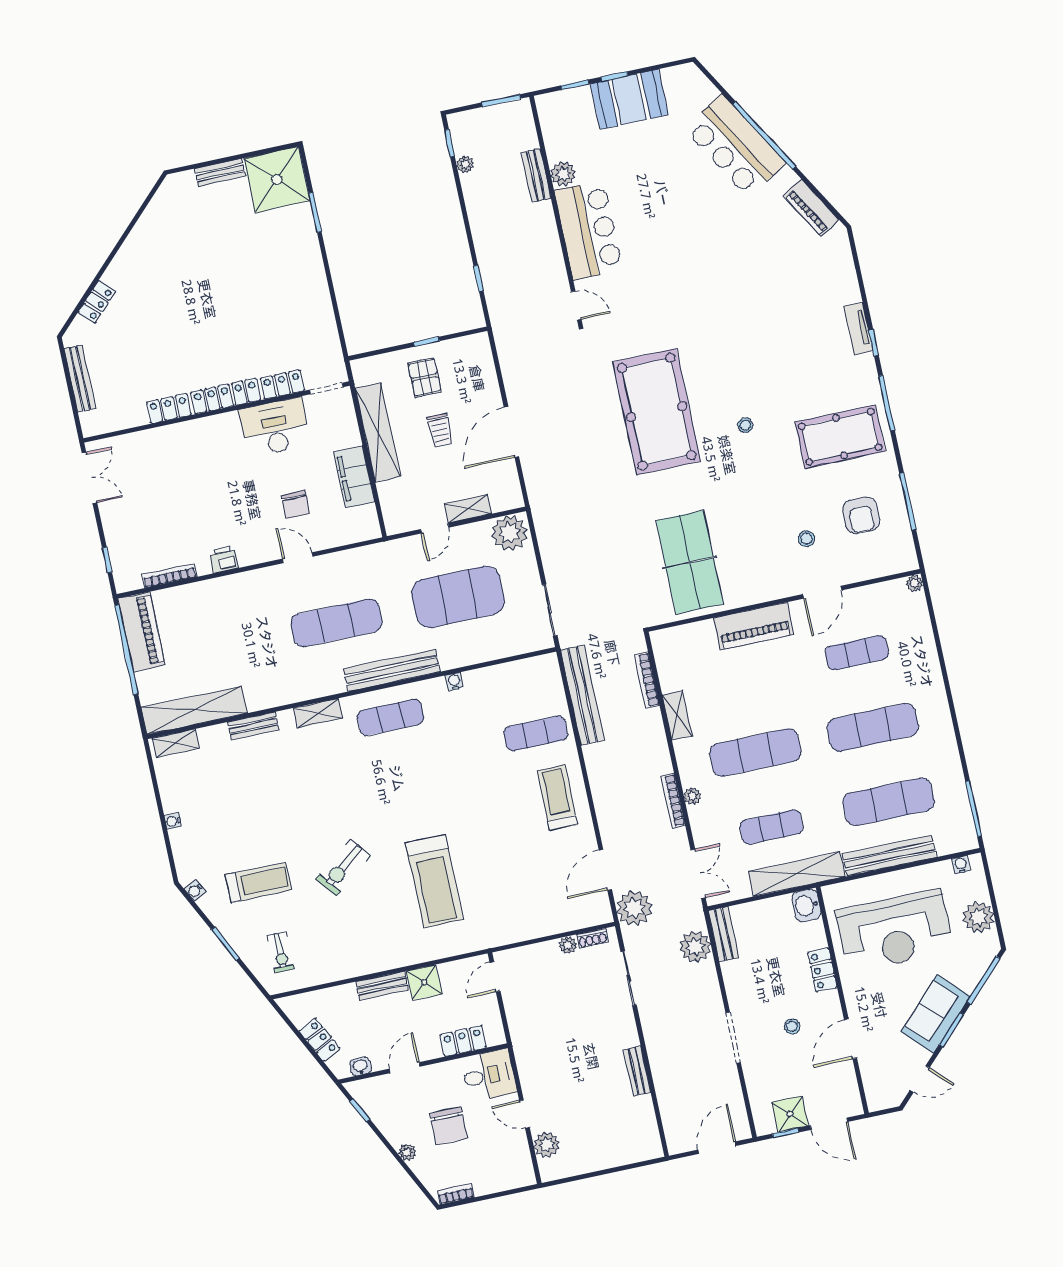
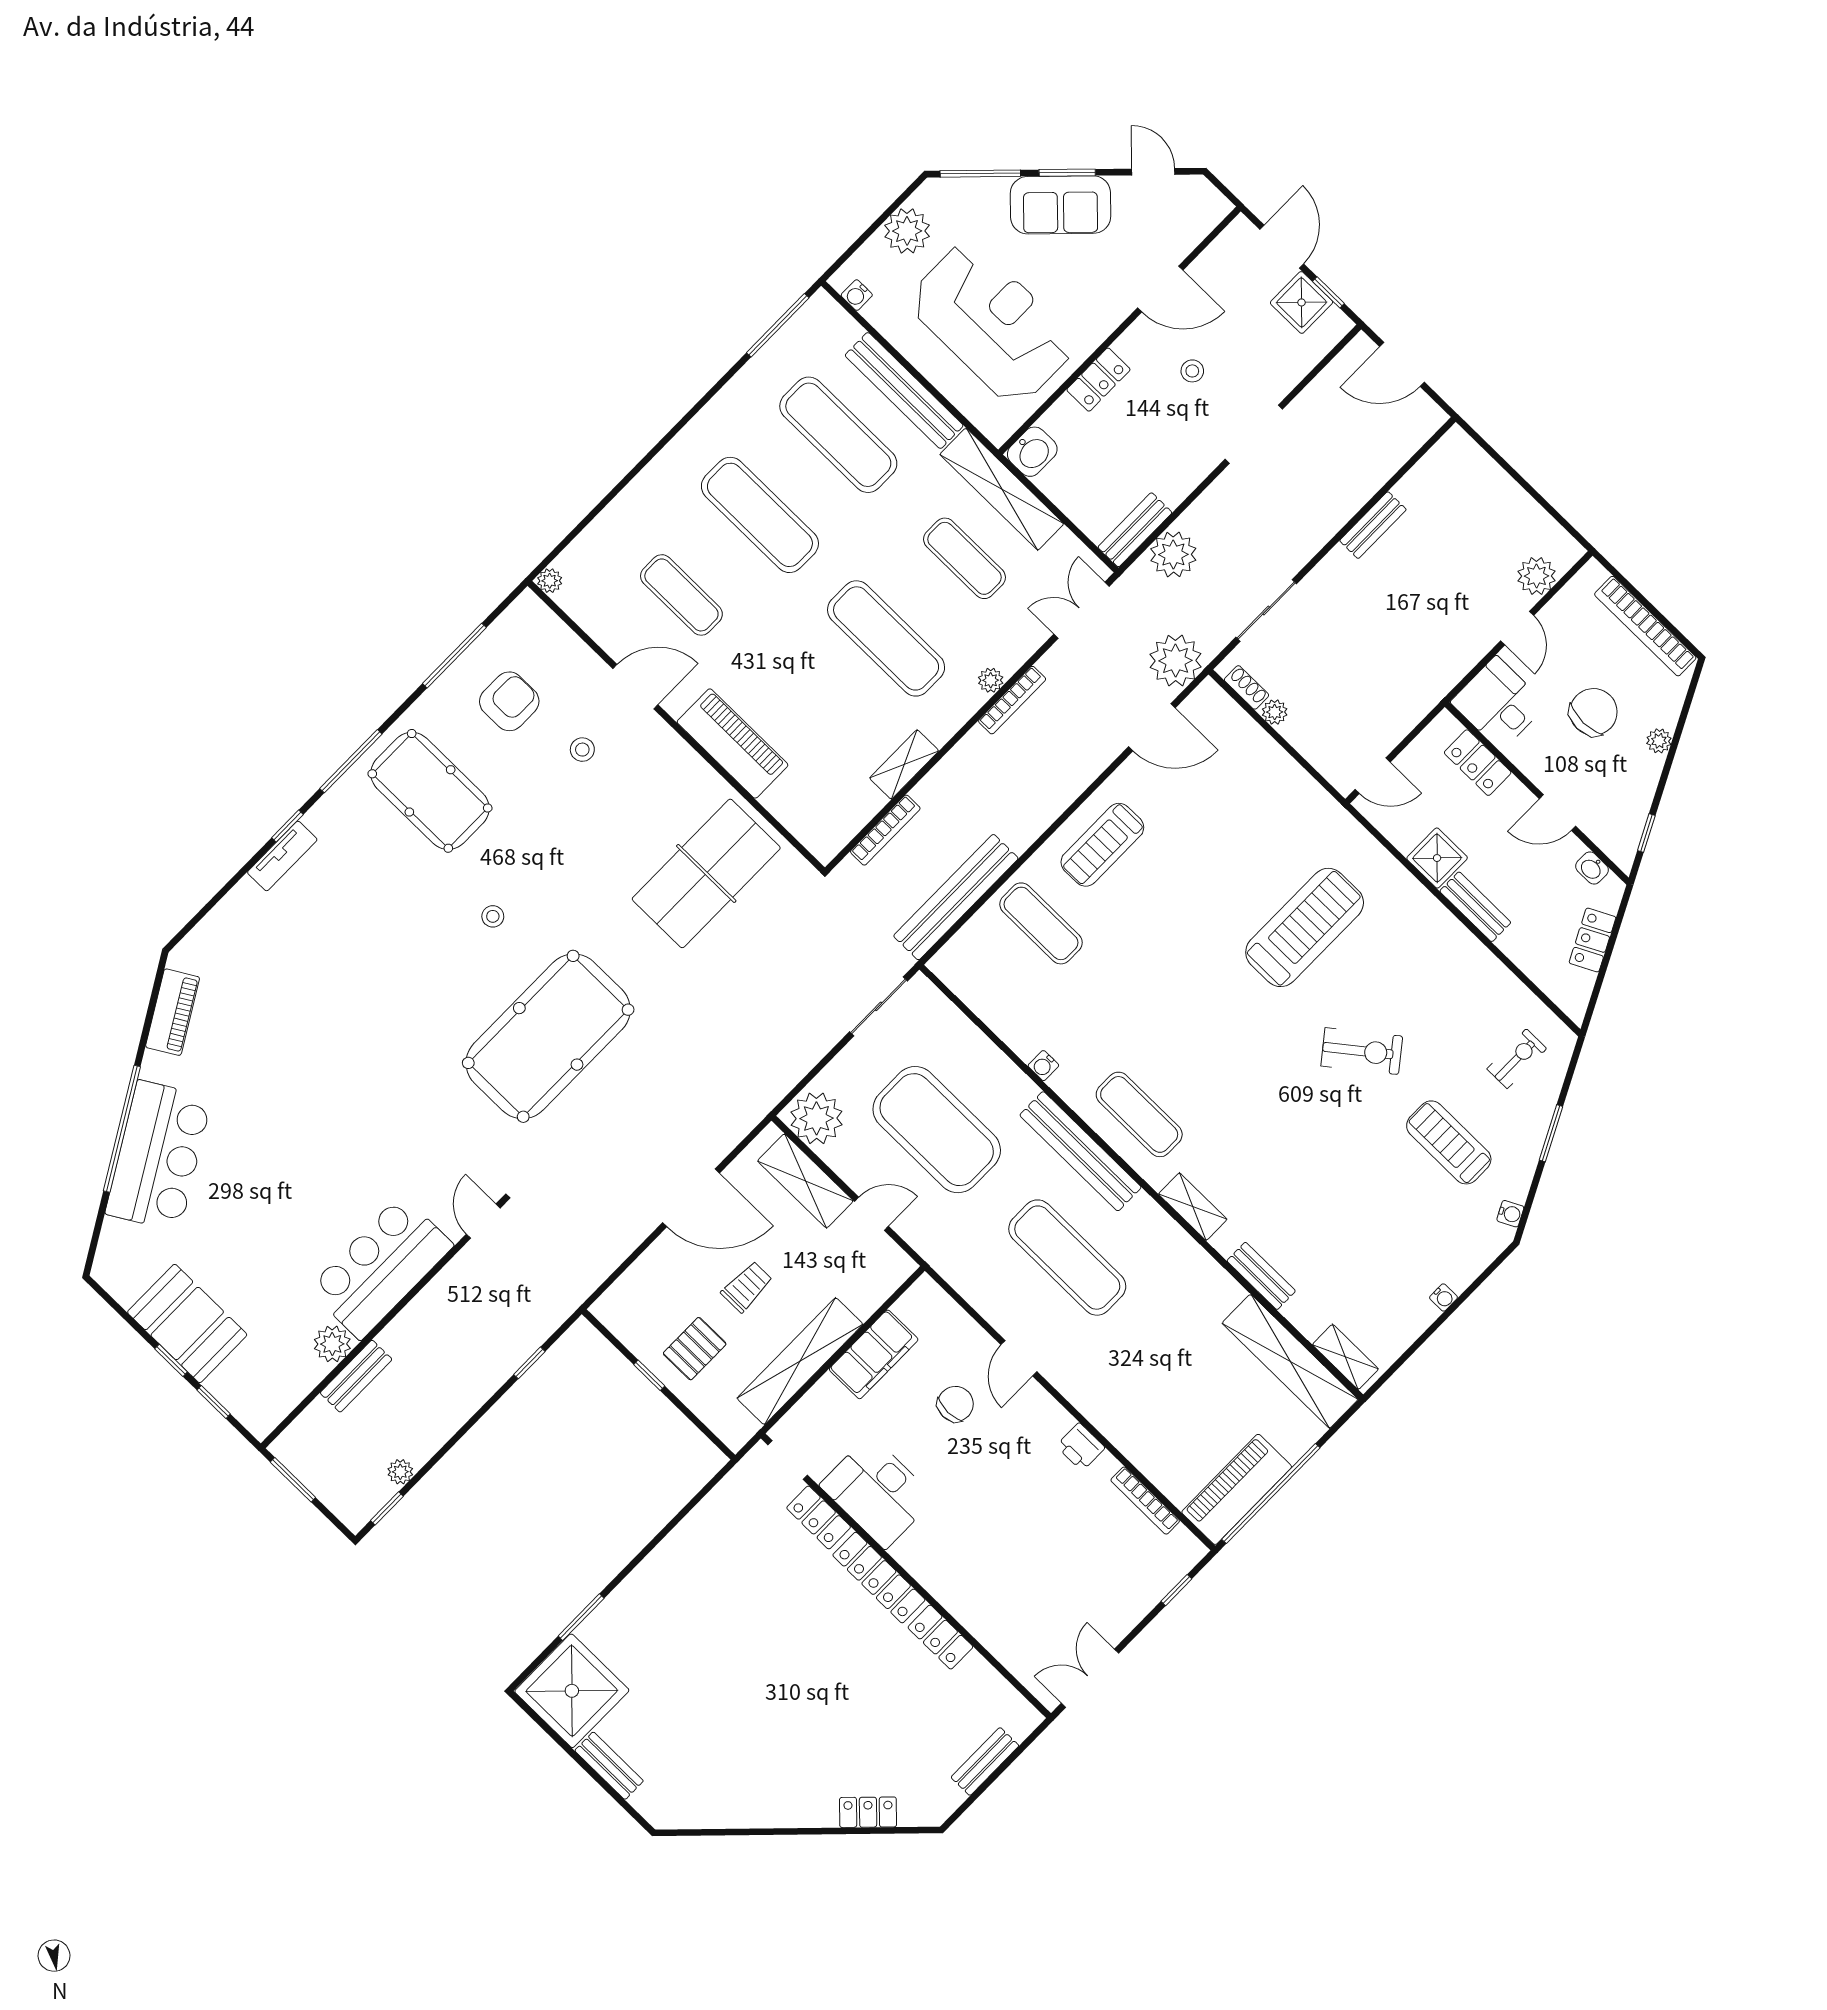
bench: (80, 379) -> (985, 1761), width x0.73
shelving: (468, 509) -> (805, 1181), width x1.50, depth x1.33
bookcase: (456, 1194) -> (1645, 626), width x2.31, depth x1.31

